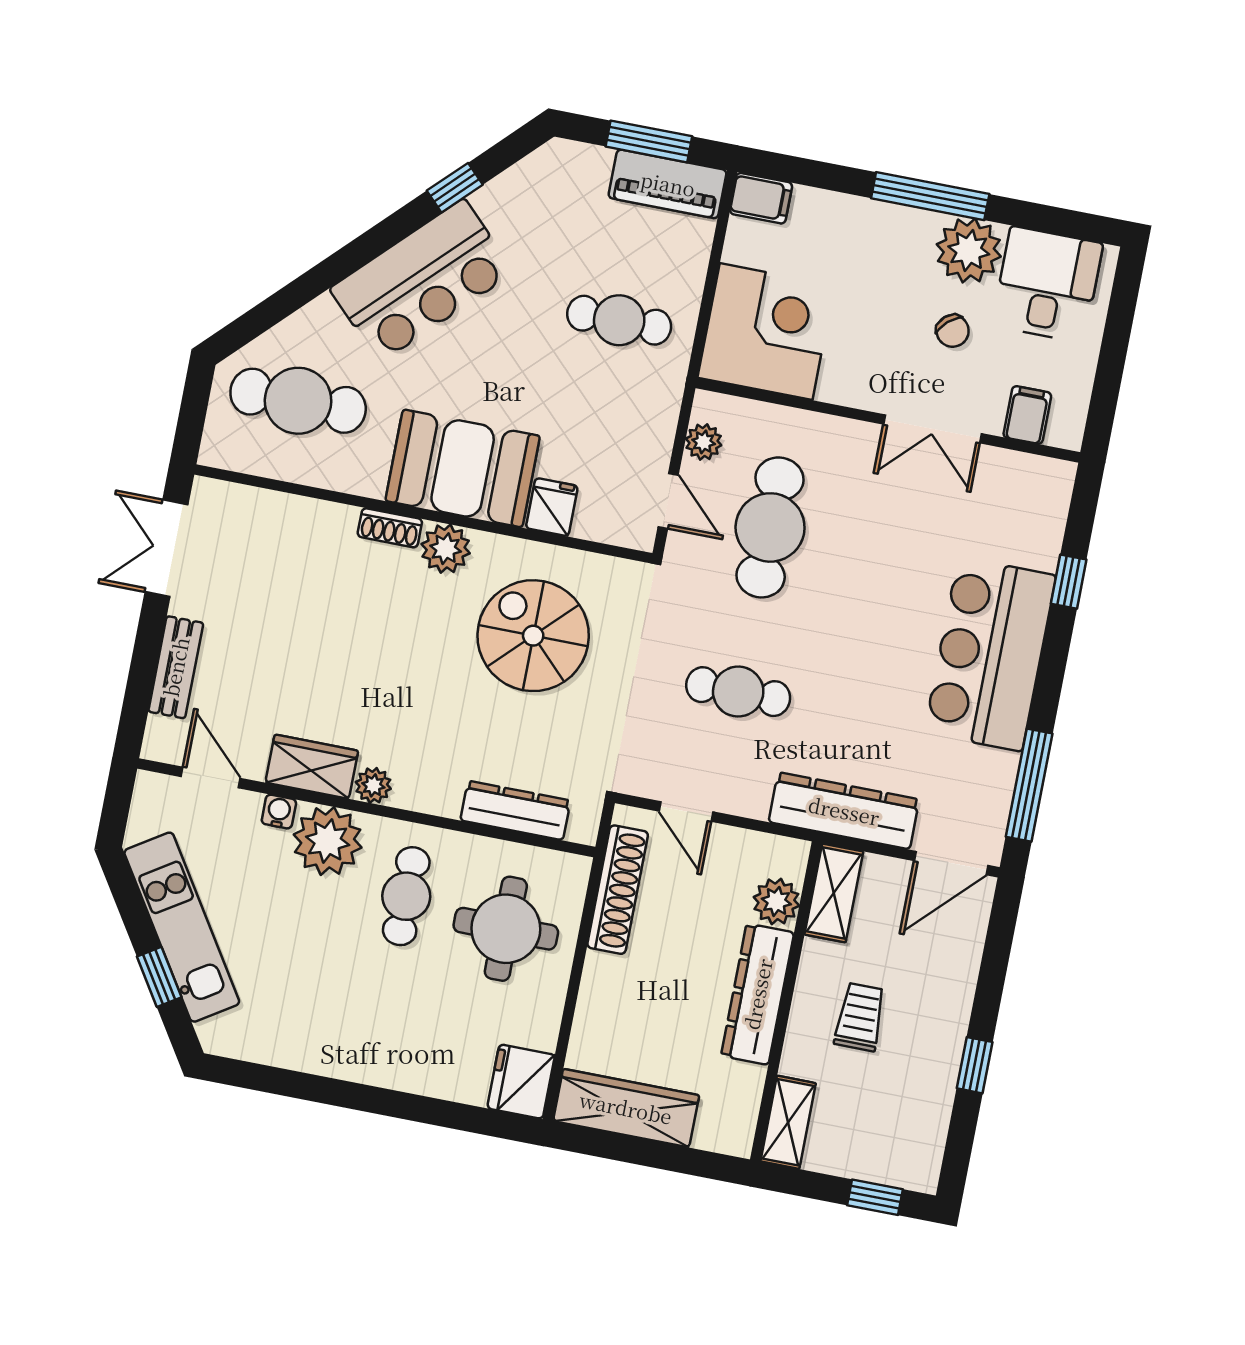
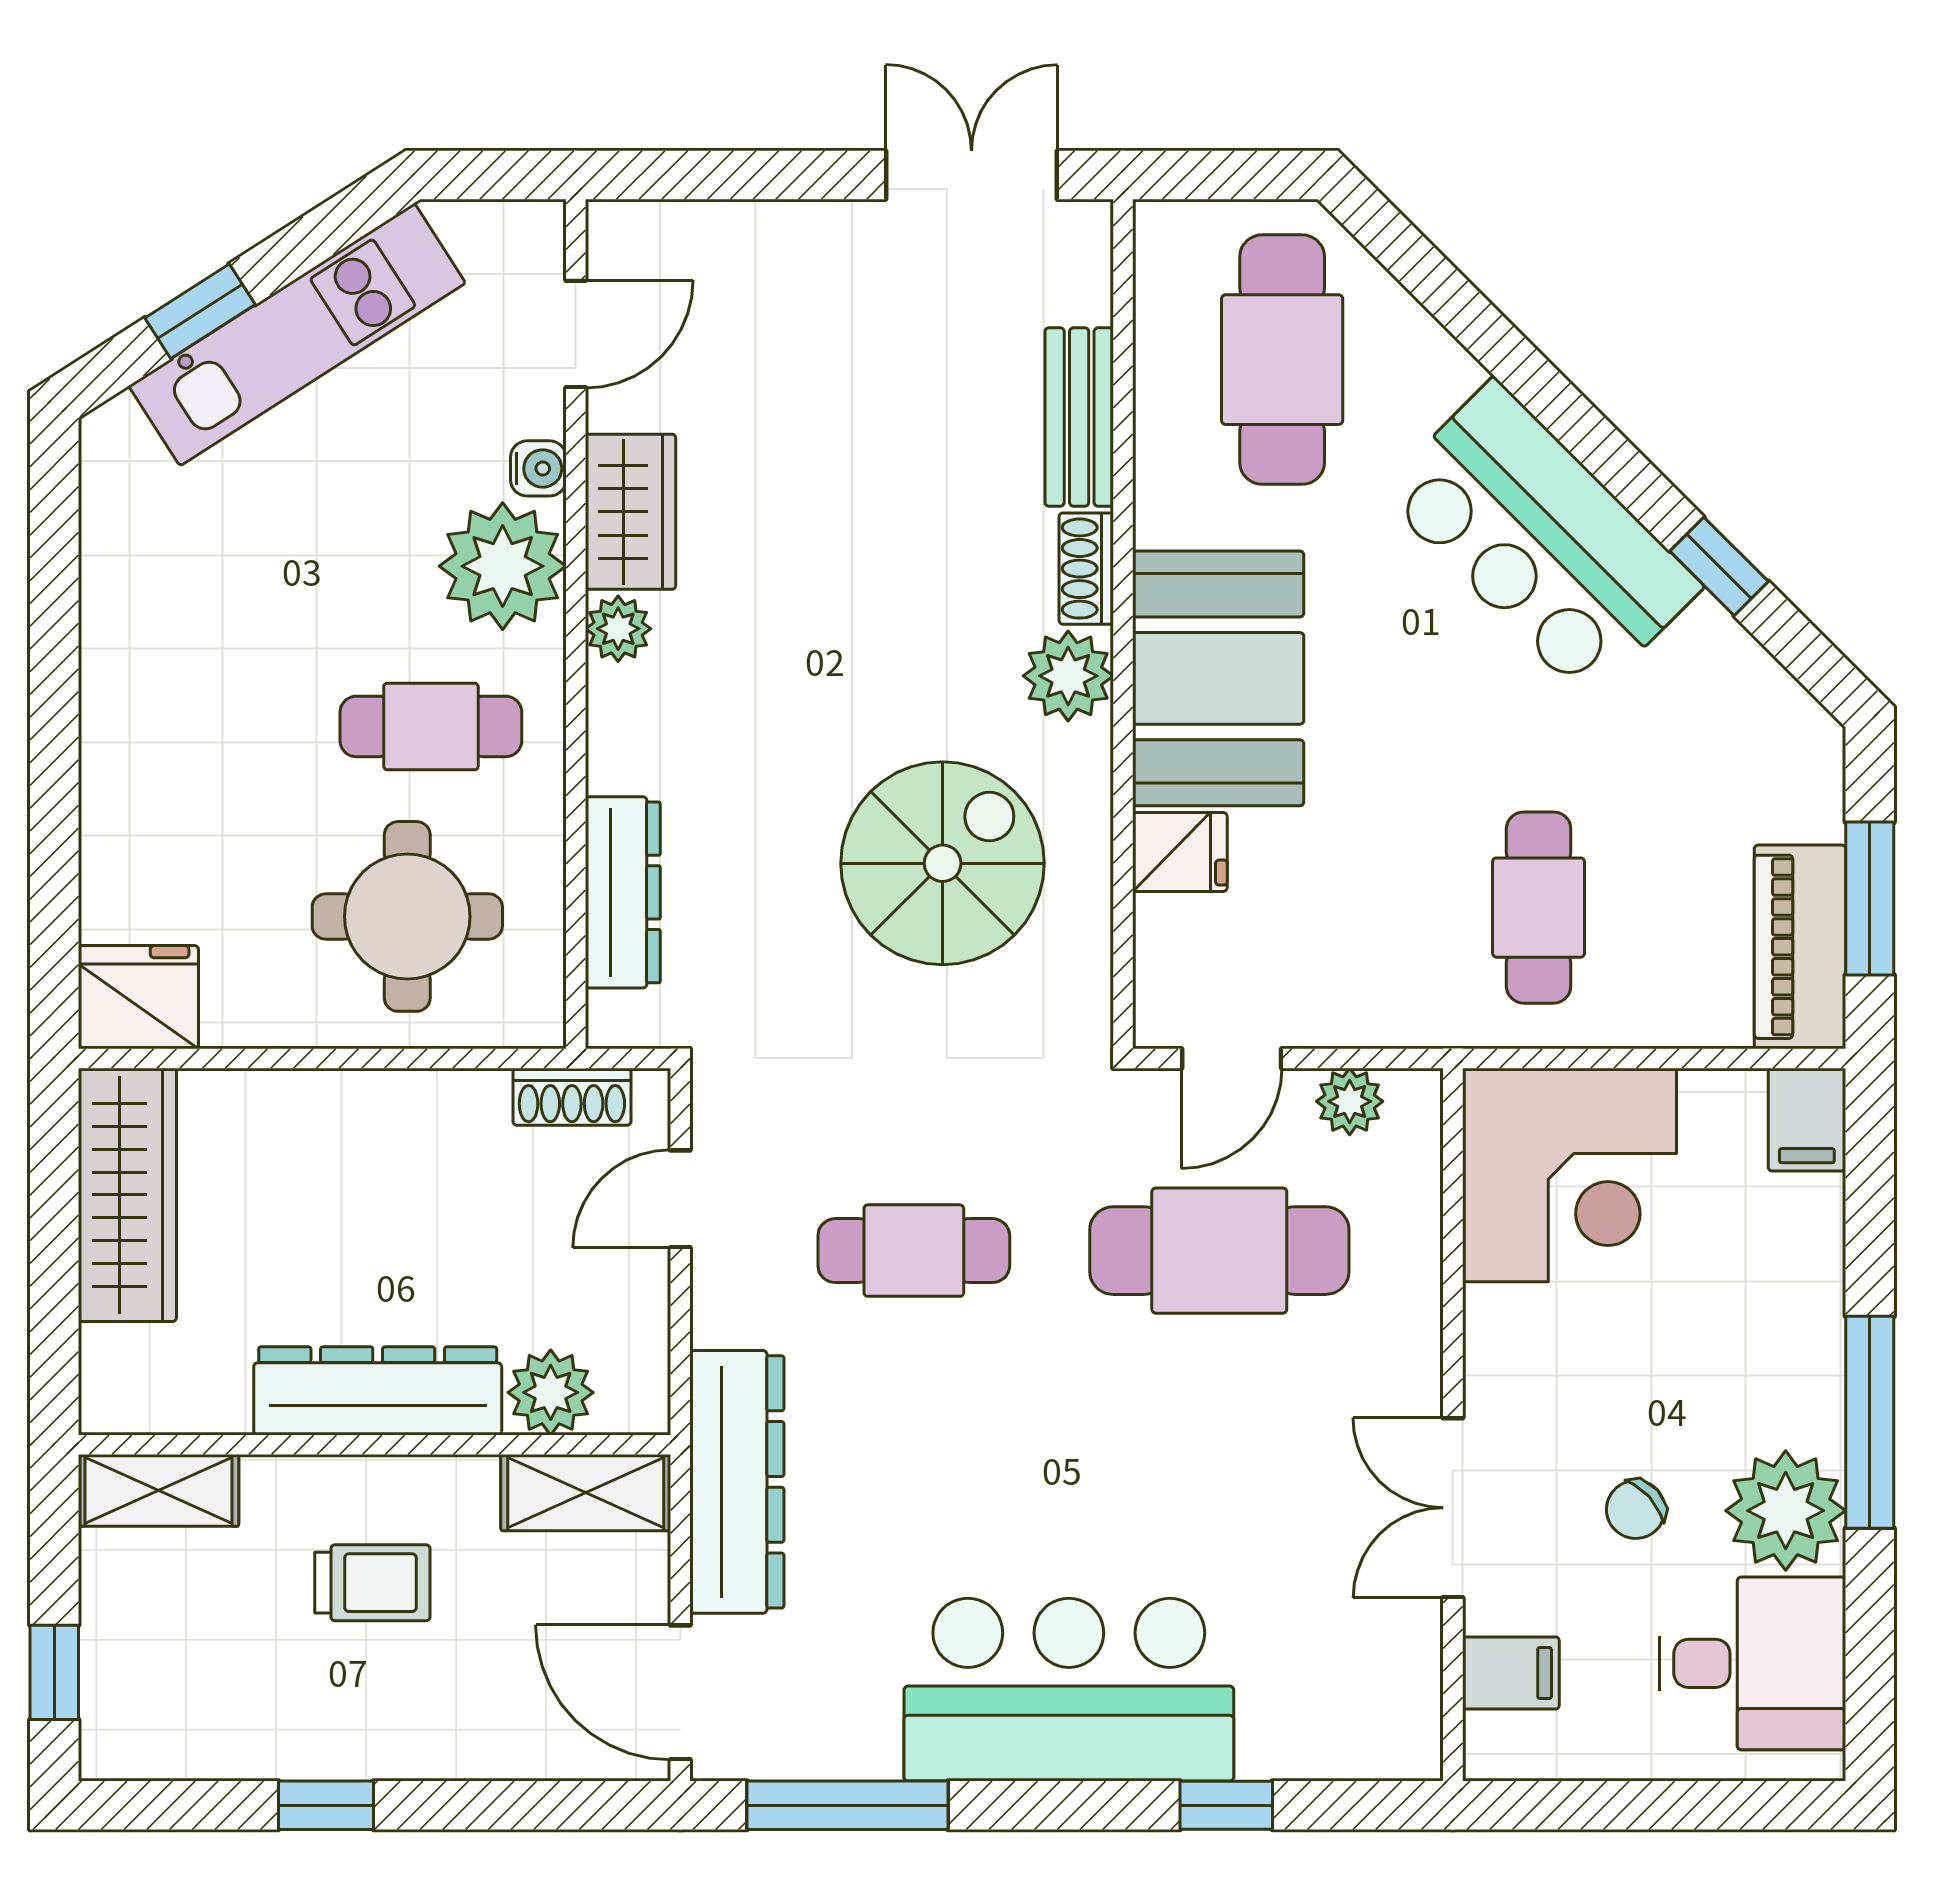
bench: (176, 667) -> (1079, 417), moved, turned 90
cafe table: (738, 692) -> (914, 1251), turned 90
shoe rack: (618, 890) -> (572, 1097), width x0.51, depth x0.81

